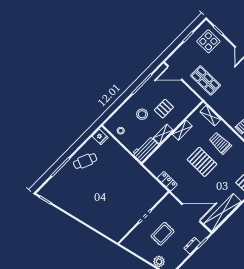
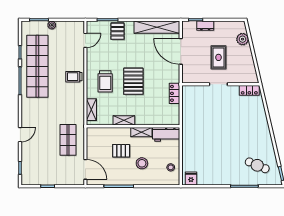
display table: (208, 41) -> (36, 167), removed
cafe table: (85, 161) -> (257, 165), moved
locker: (121, 233) -> (249, 90), added
rug: (163, 234) -> (218, 57), turned 90

